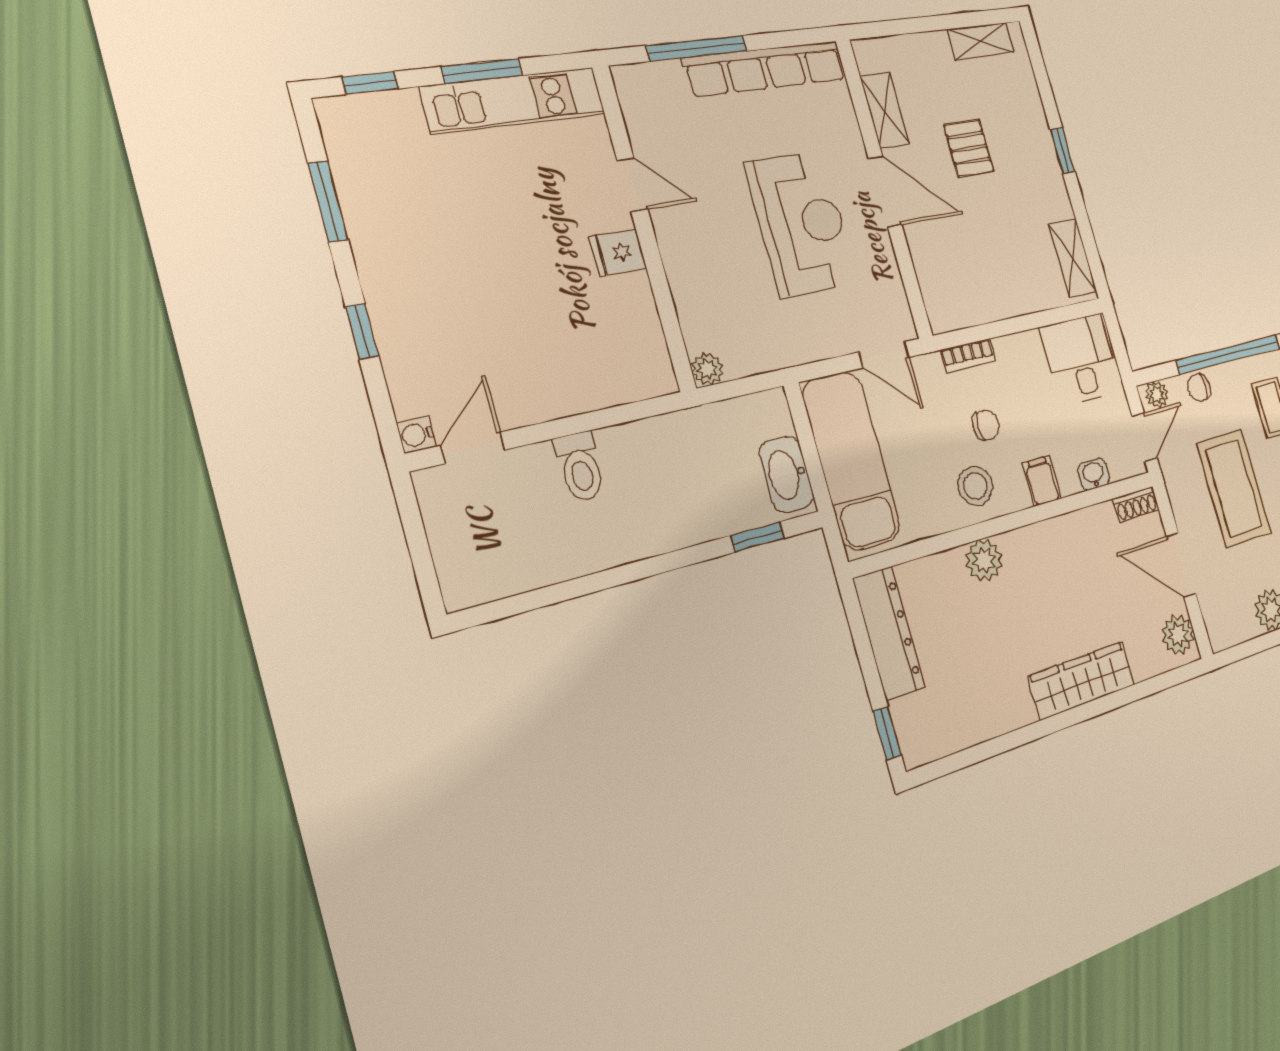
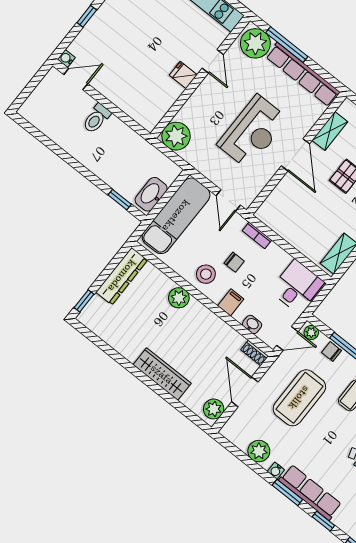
plant: (656, 93) -> (255, 43), added
plant: (707, 369) -> (176, 136), width x1.88, depth x1.88

